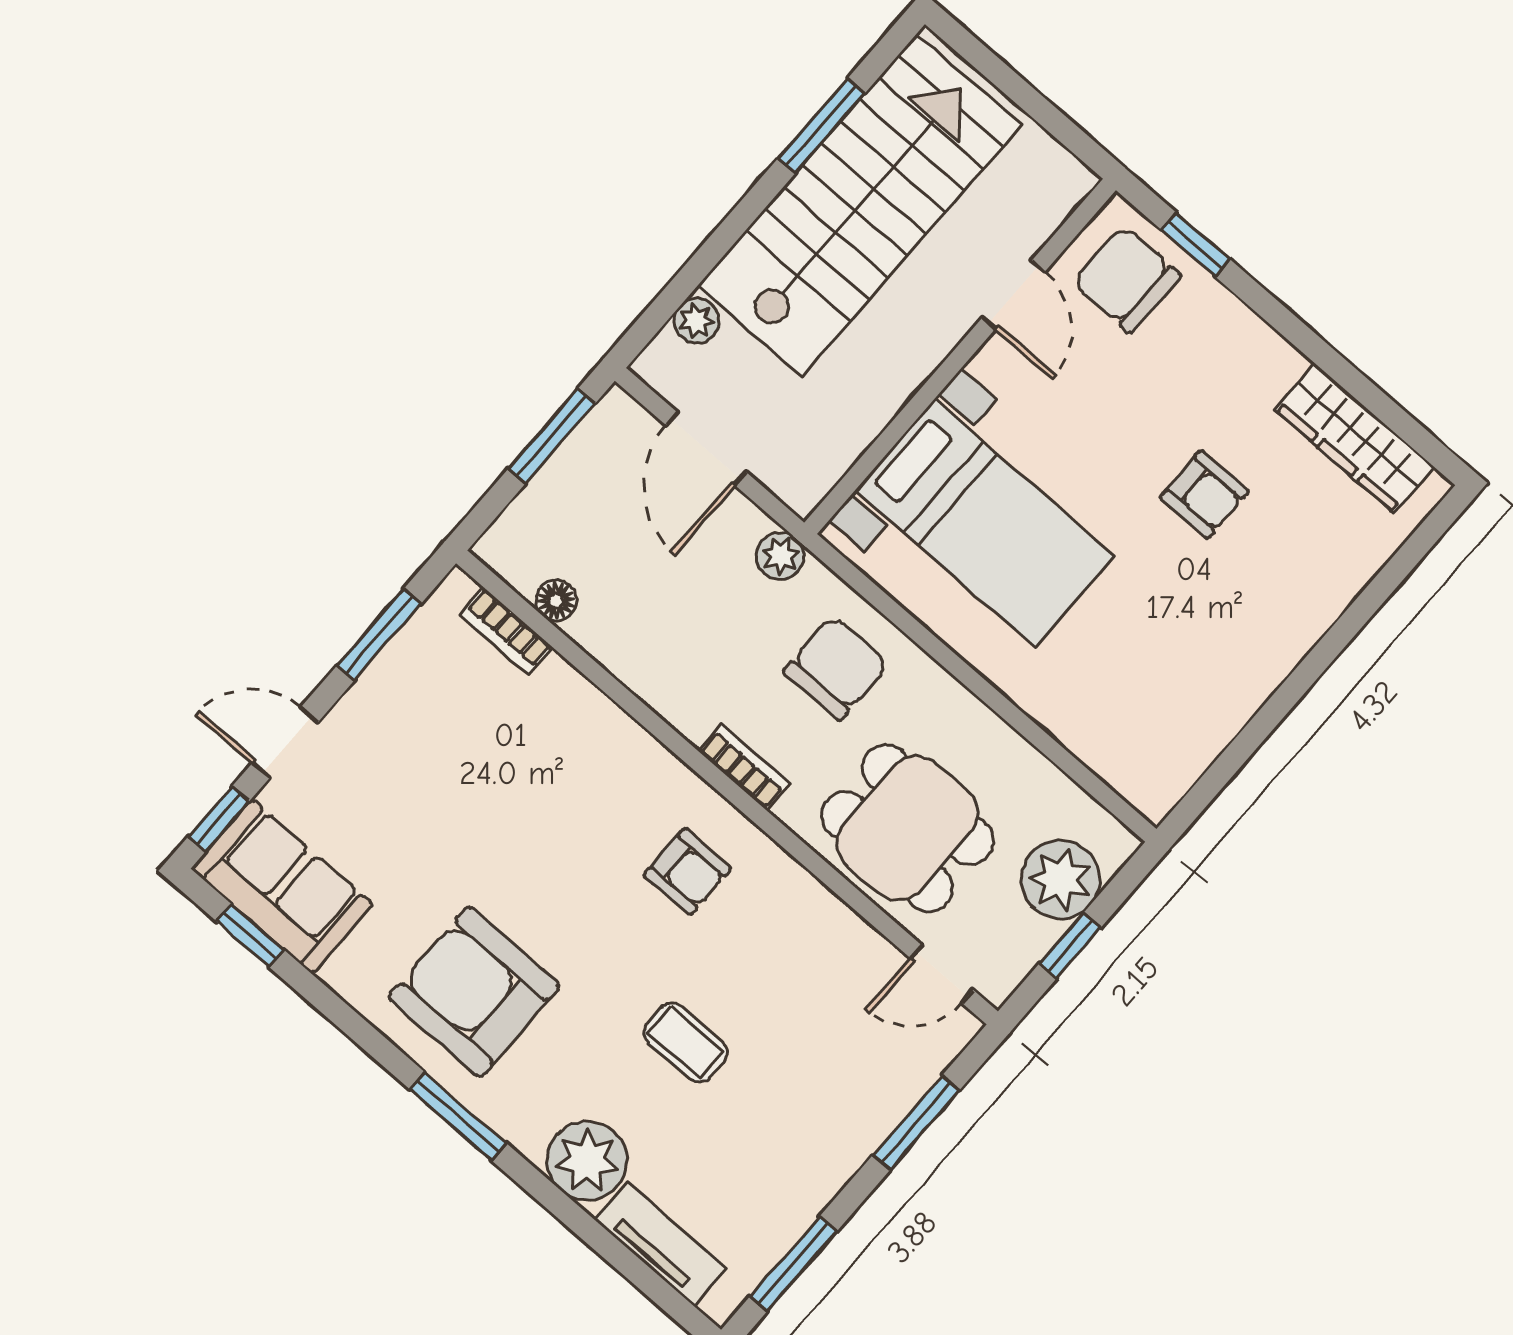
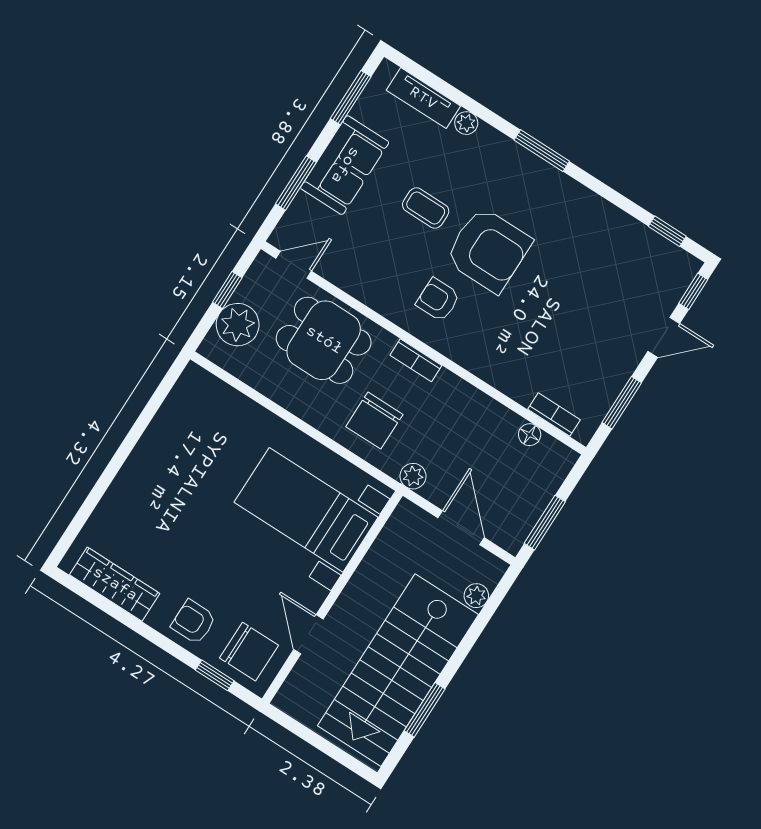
armchair: (1204, 494) -> (194, 622), moved
sofa: (282, 886) -> (345, 165), moved, turned -90
armchair: (474, 992) -> (488, 250), moved
plant: (587, 1161) -> (466, 123), width x0.53, depth x0.53

